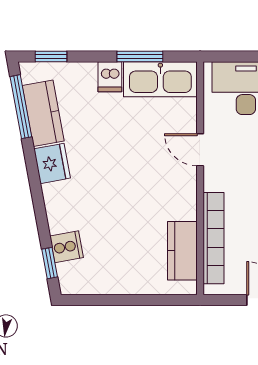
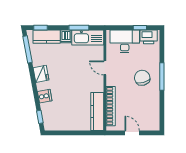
kitchen counter: (43, 113) -> (47, 37), moved, turned 100
cooker: (67, 247) -> (45, 96), moved
kitchen counter: (182, 251) -> (97, 112), width x1.50

